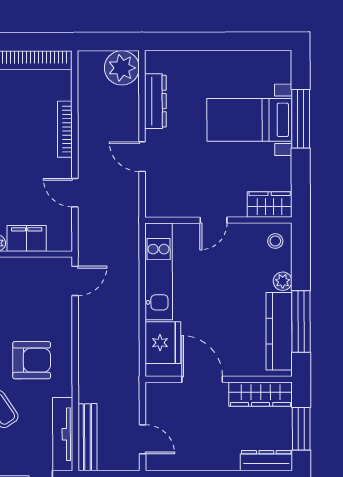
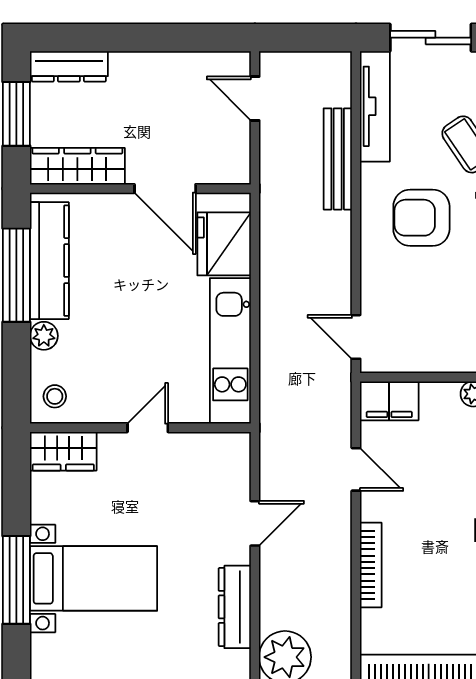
door: (142, 157) -> (255, 523), hinge flipped
filing cabinet: (27, 238) -> (389, 401), moved
door: (75, 281) -> (356, 337), hinge flipped
bench: (87, 437) -> (338, 159), moved

